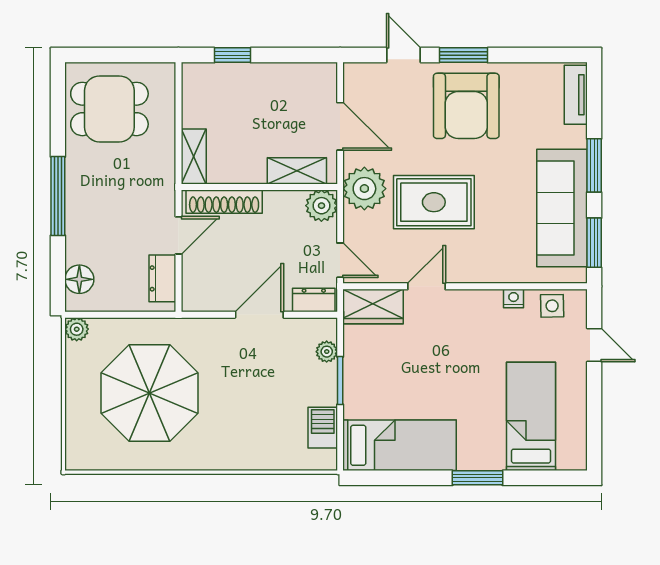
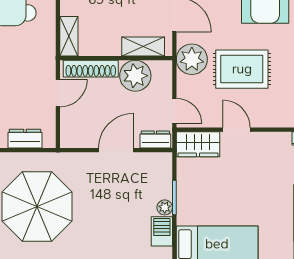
plant: (321, 206) -> (135, 76), moved, width x1.36, depth x1.36
dresser: (162, 278) -> (25, 139), moved, turned 90
door: (426, 286) -> (236, 130), hinge flipped
plant: (327, 352) -> (165, 207), moved

